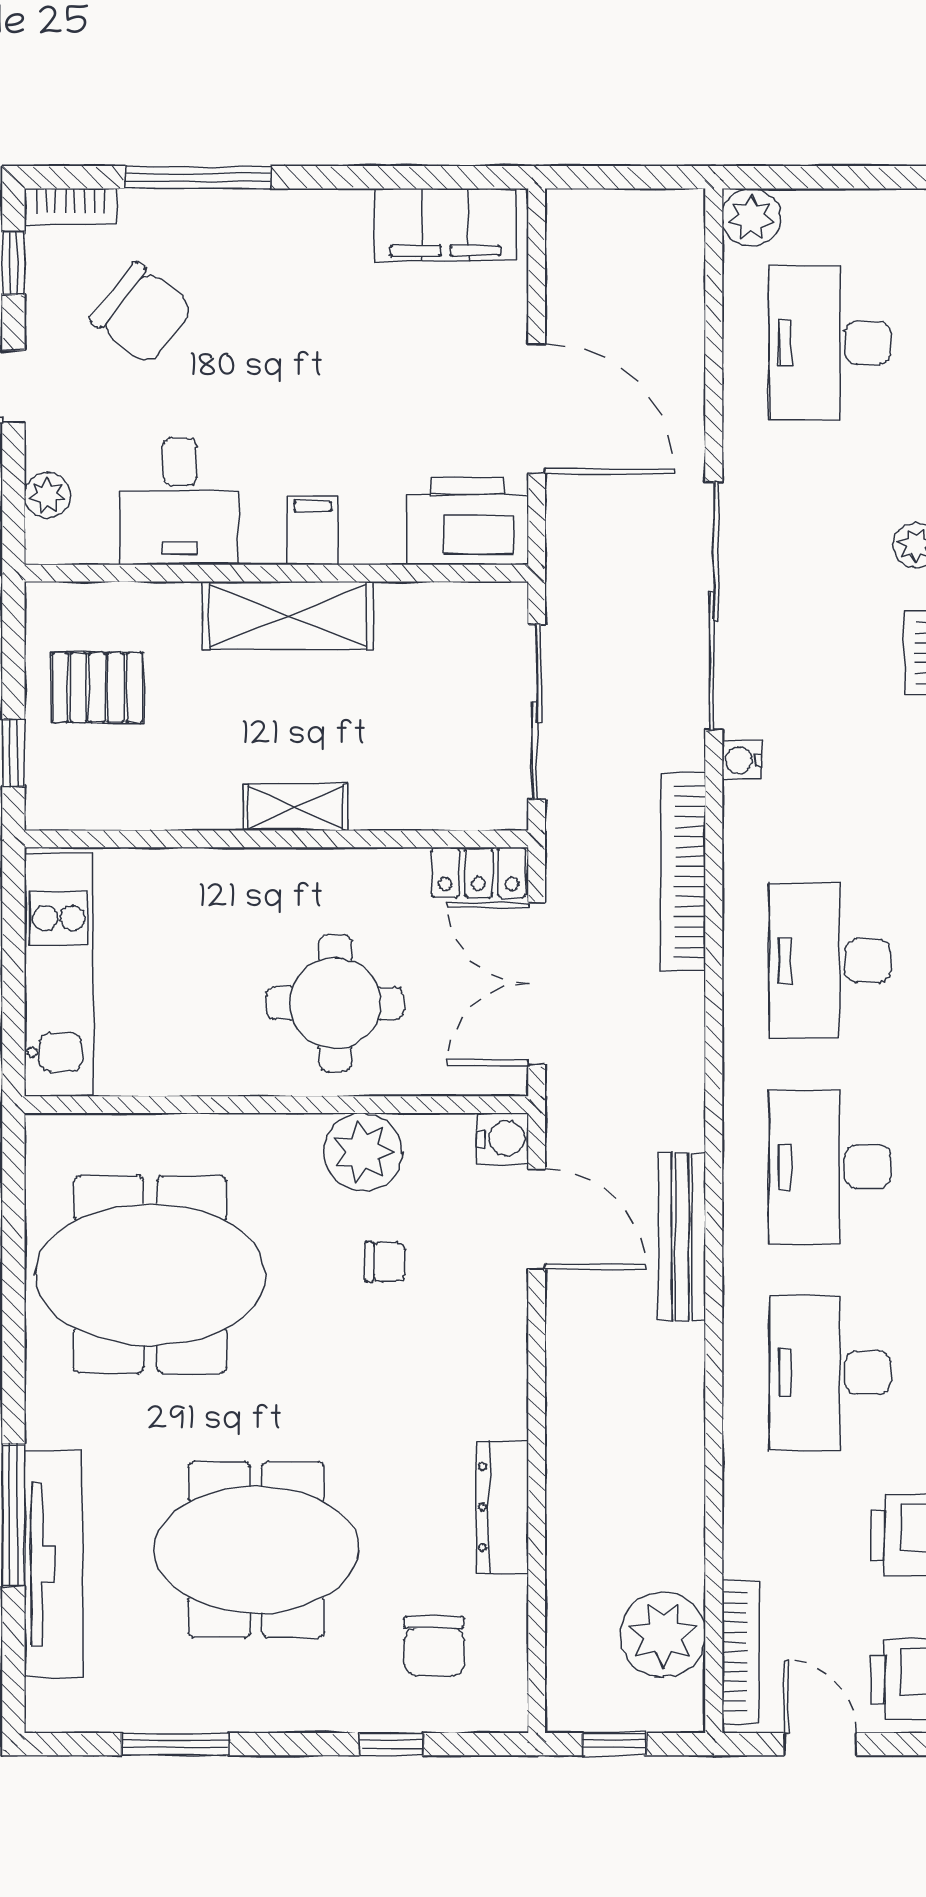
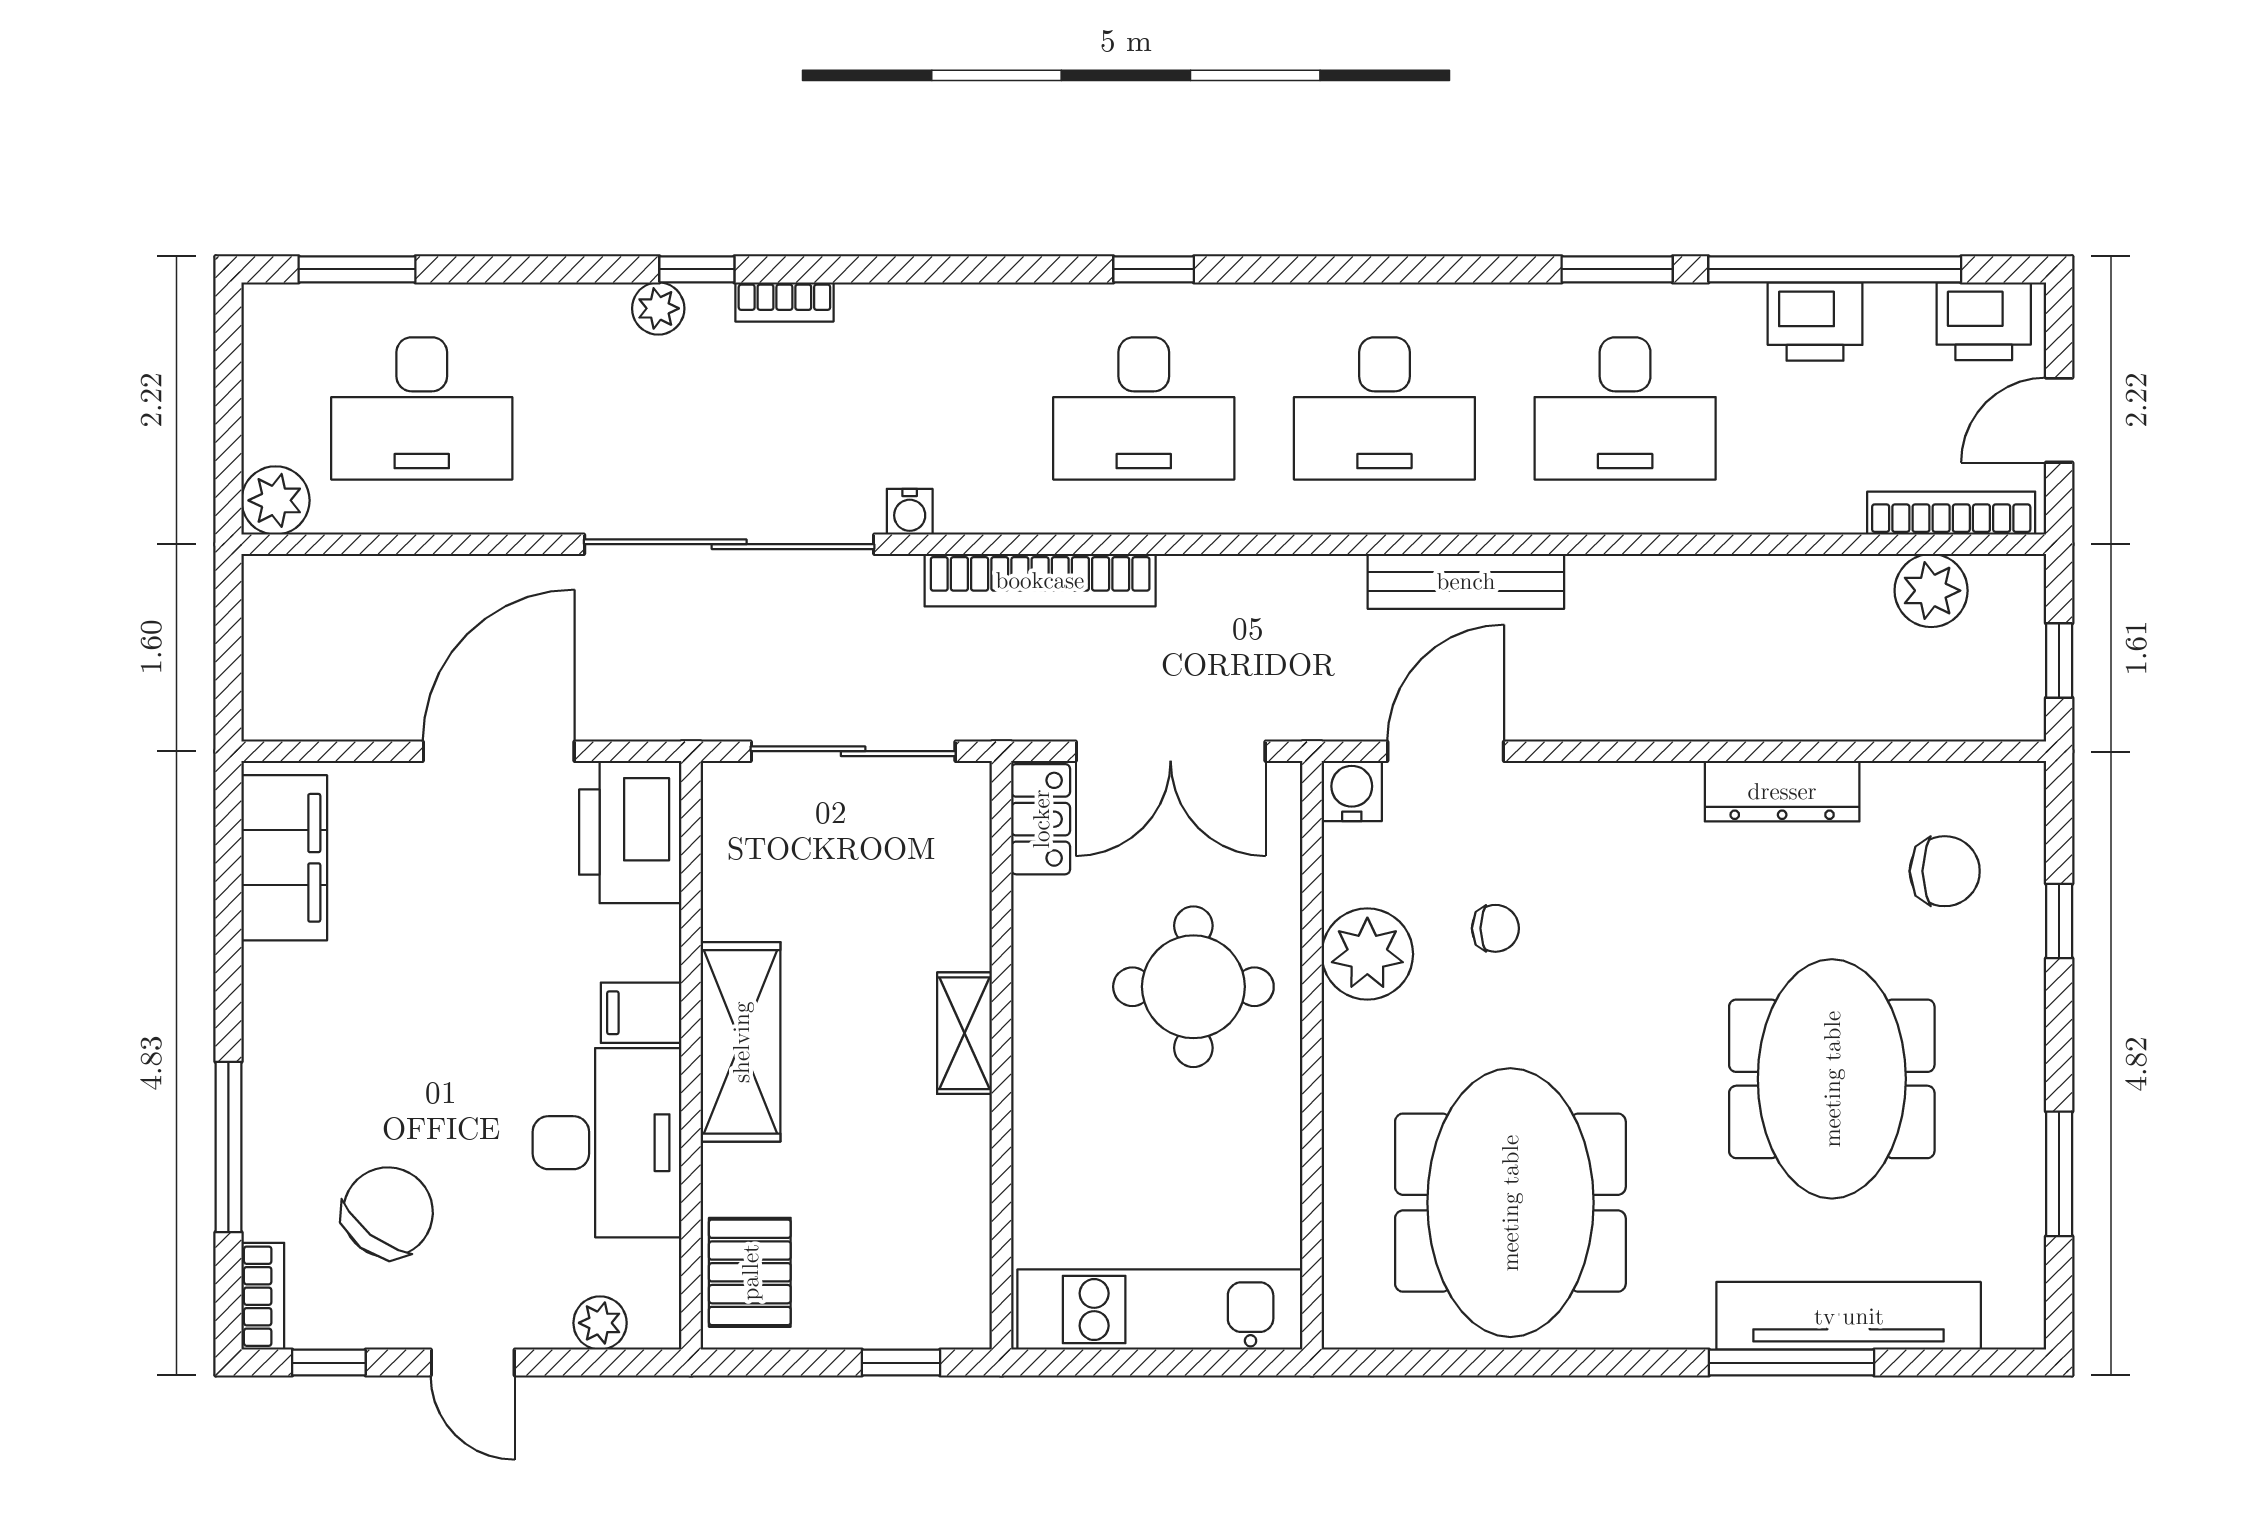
desk: (180, 501) -> (607, 1143), width x1.37
pallet: (97, 687) -> (750, 1272), moved
chair: (385, 1262) -> (1495, 928), turned 90
plant: (663, 1635) -> (1931, 591), width x0.73, depth x0.73

